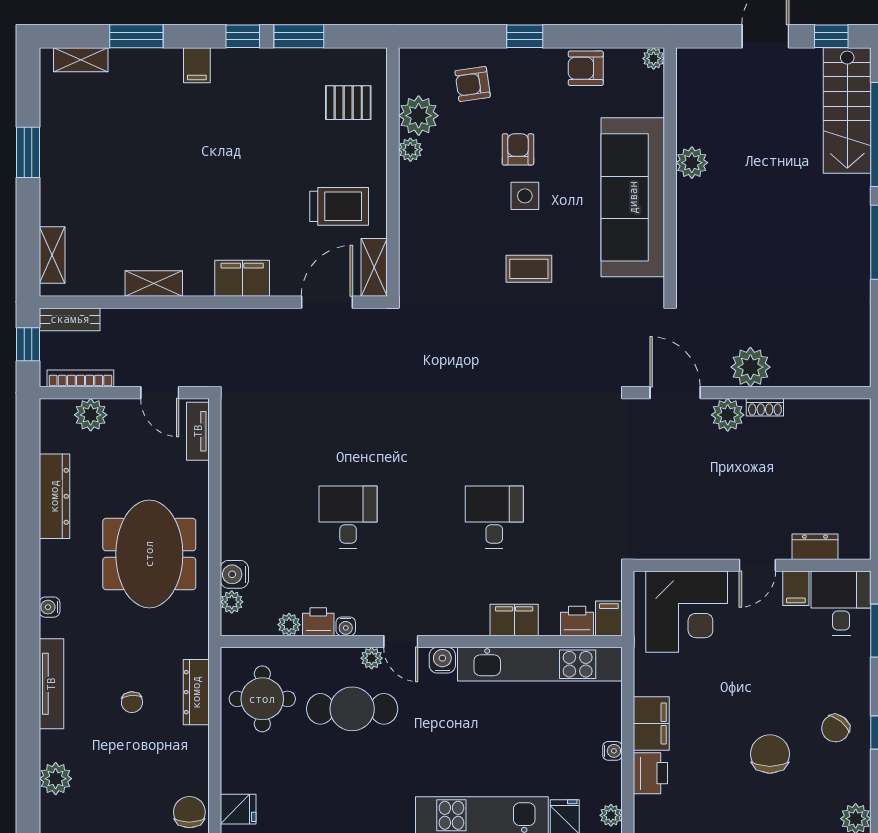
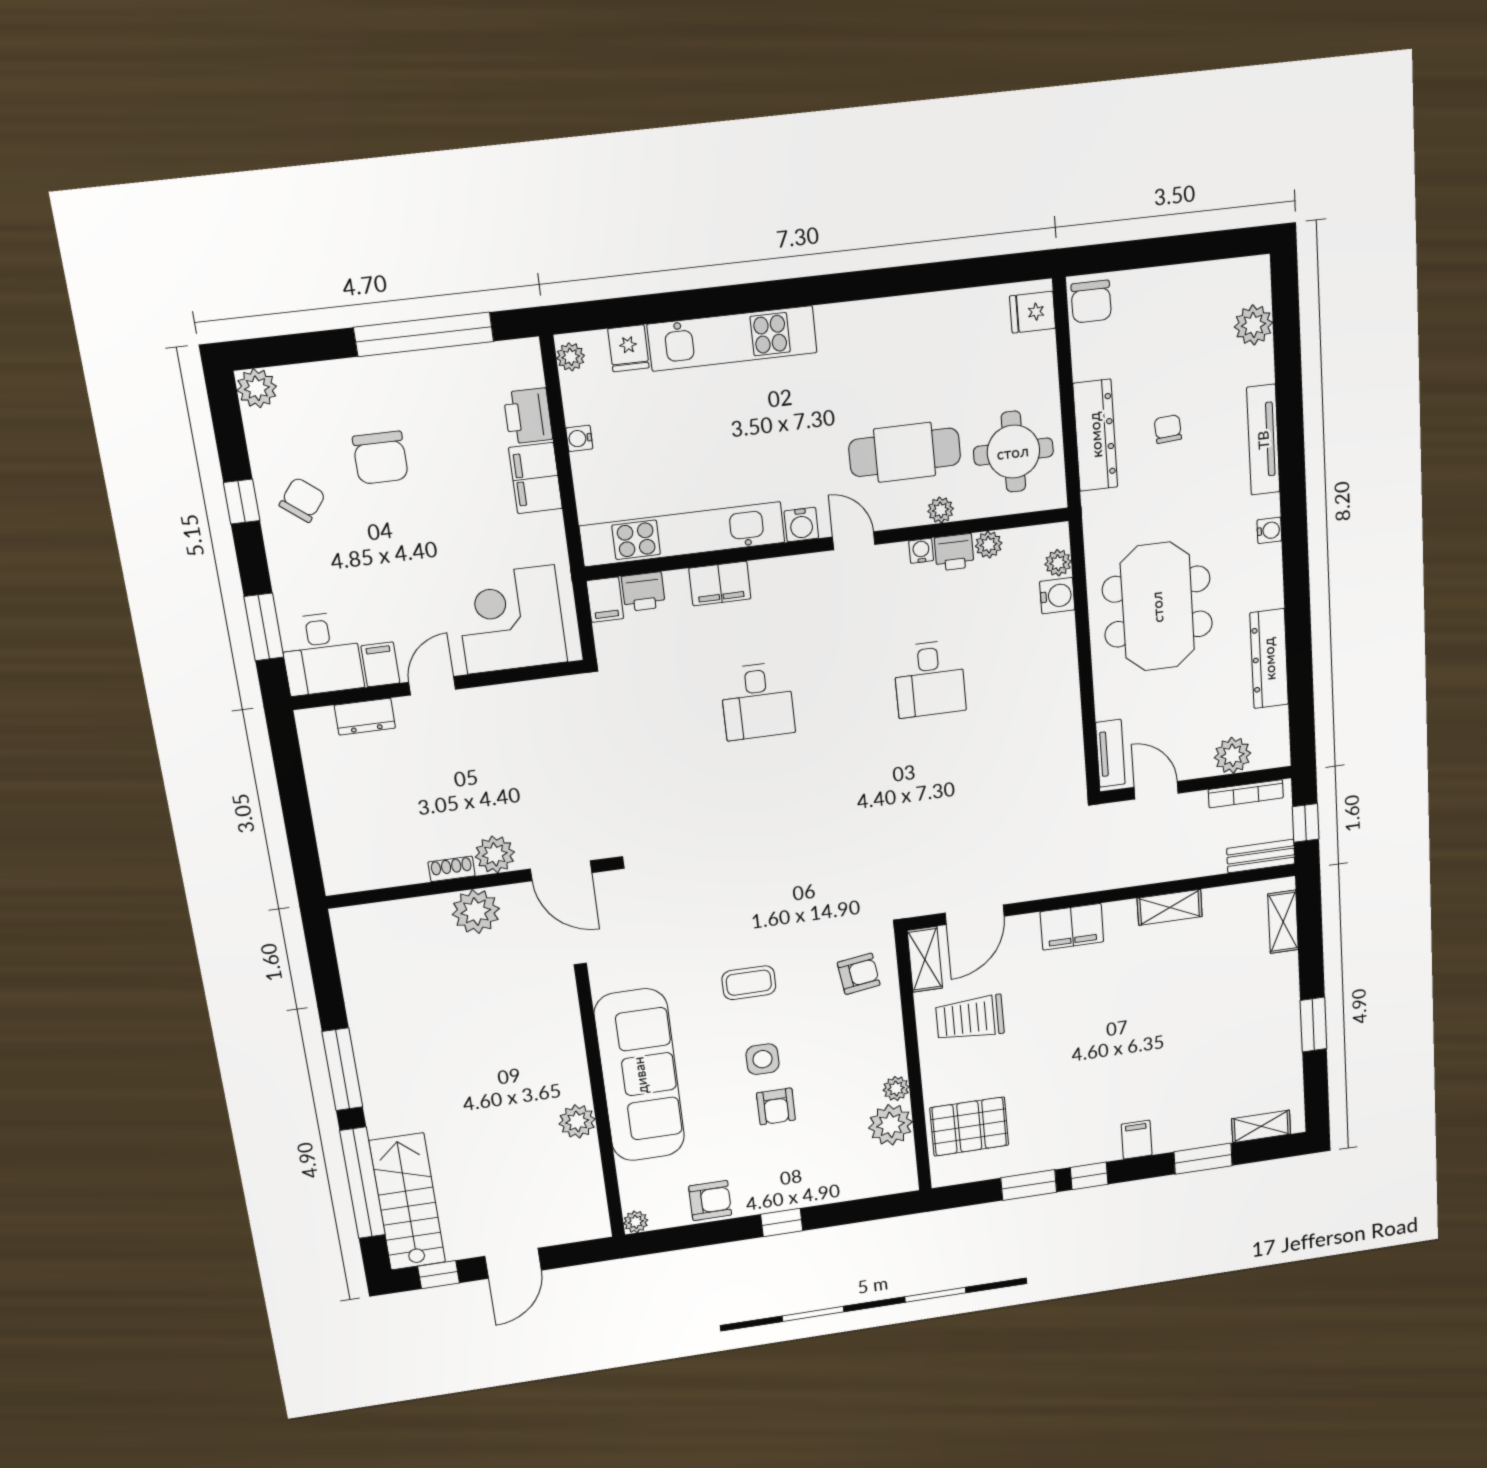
armchair: (473, 84) -> (859, 974), moved
pallet: (348, 103) -> (969, 1126), width x1.50, depth x1.42
plant: (372, 658) -> (941, 510), moved
dresser: (196, 692) -> (1095, 435), width x1.37, depth x1.24

